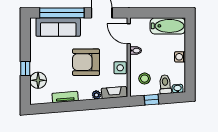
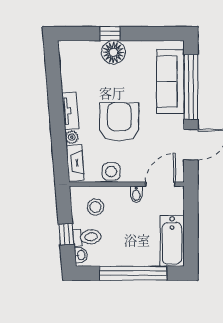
window: (190, 53) -> (133, 273), added
washing machine: (180, 57) -> (127, 259), removed
floor lamp: (38, 80) -> (113, 52), moved
tv unit: (65, 97) -> (70, 111), moved
window: (152, 100) -> (66, 234), moved

